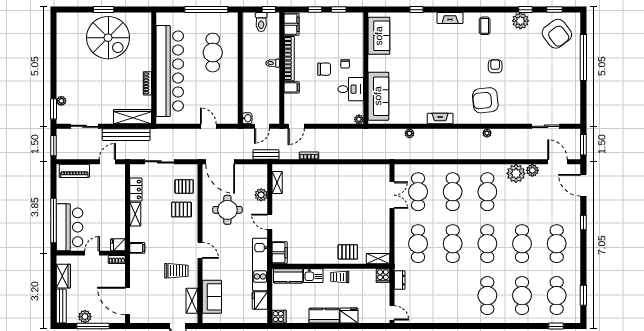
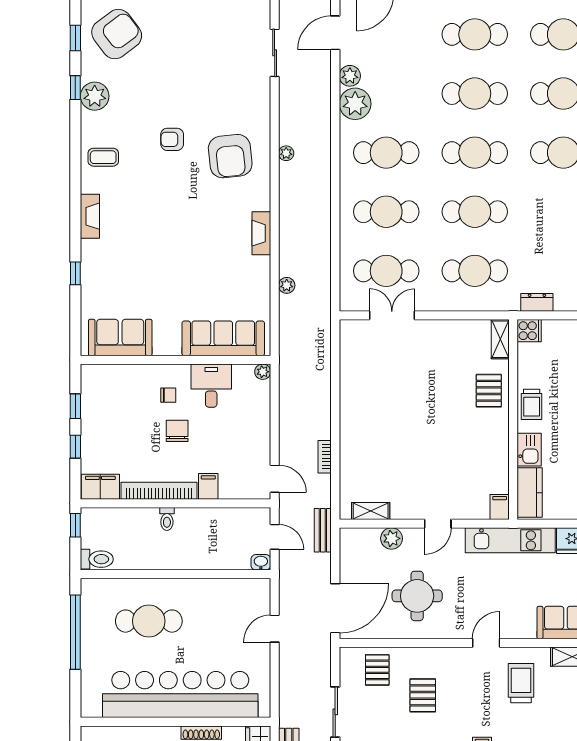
toilet: (261, 22) -> (97, 559), moved
pallet: (181, 210) -> (423, 695), moved
filing cabinet: (280, 253) -> (500, 507), width x0.50

